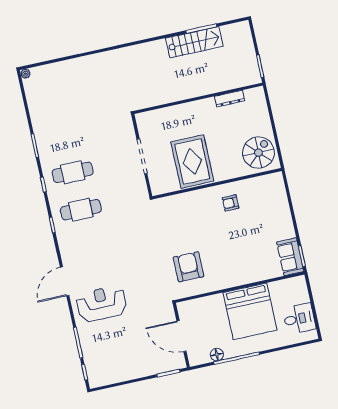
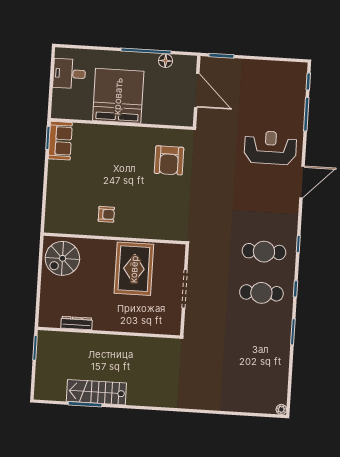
reception desk: (102, 304) -> (270, 148), turned 180

